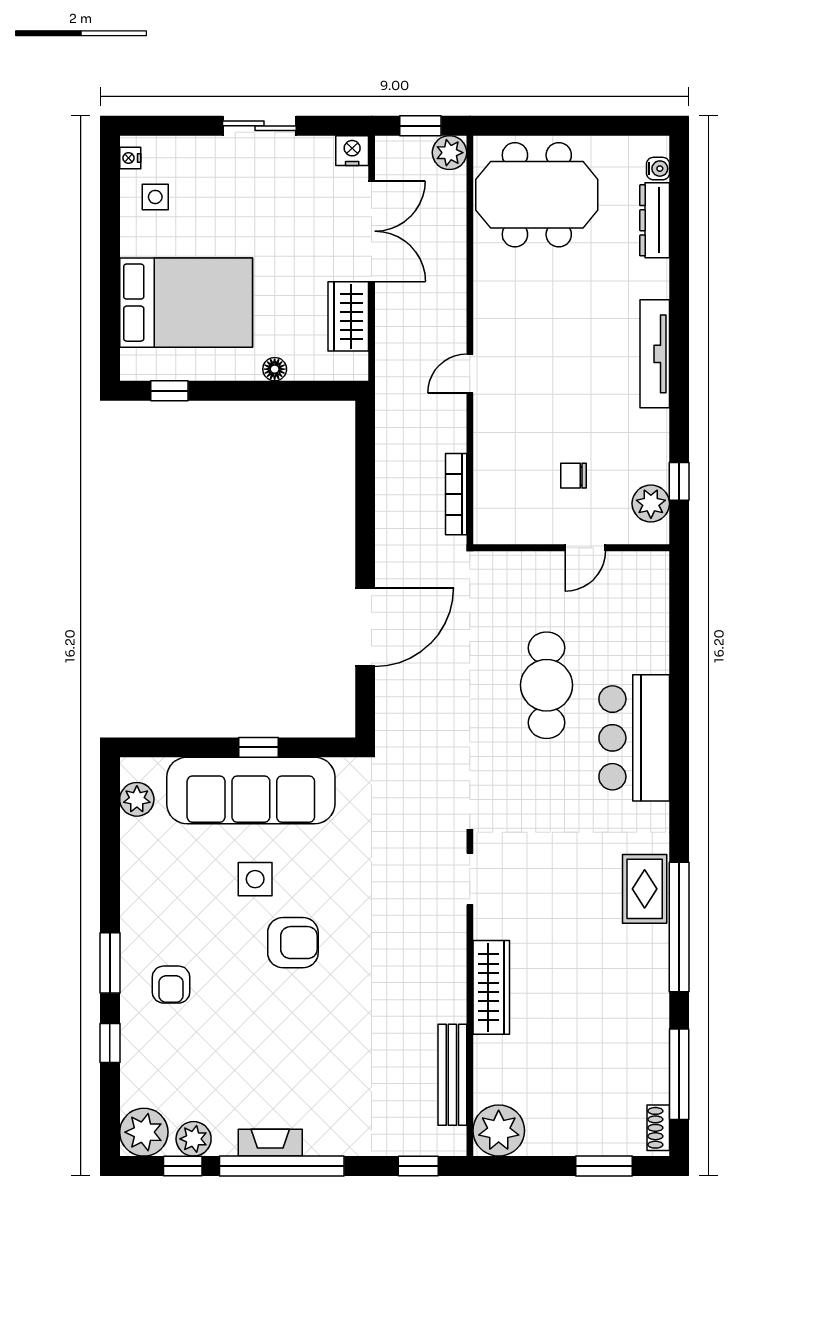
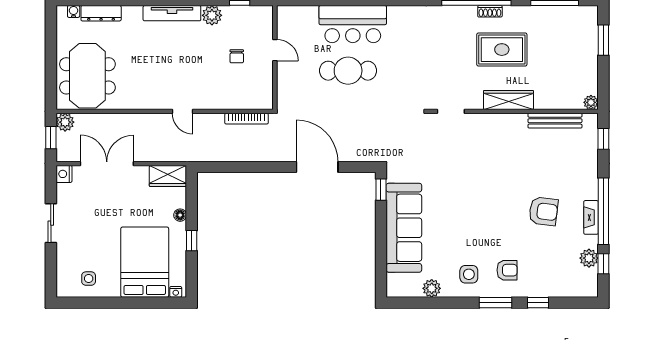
nightstand: (130, 158) -> (176, 292), moved
wardrobe: (348, 316) -> (168, 176), moved
window: (169, 391) -> (192, 241), moved
plant: (651, 503) -> (212, 15), moved
bar counter: (634, 738) -> (353, 24), moved
window: (259, 747) -> (381, 190), moved
plant: (137, 799) -> (432, 288), moved
side table: (255, 879) -> (469, 274), moved
rug: (645, 889) -> (502, 50), moved, width x1.36, depth x1.43
armchair: (293, 943) -> (543, 211), moved, turned 97
shoe rack: (658, 1128) -> (490, 11), moved
plant: (499, 1131) -> (591, 102), width x0.53, depth x0.53
plant: (144, 1132) -> (585, 285), removed

